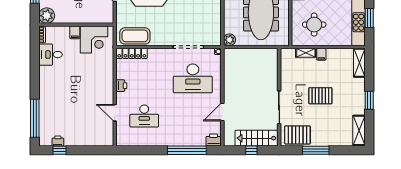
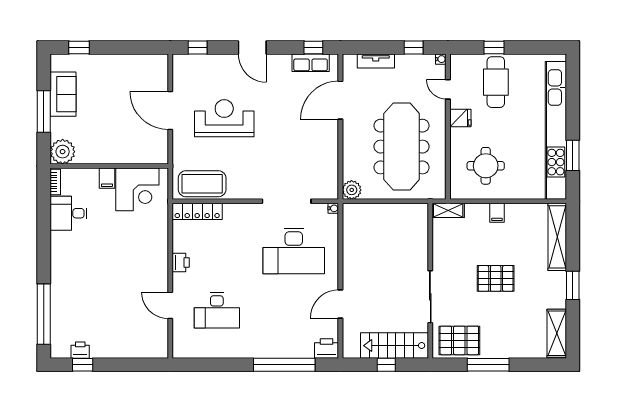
shelving: (306, 53) -> (448, 210), moved
shelving: (359, 63) -> (557, 237), width x1.47

